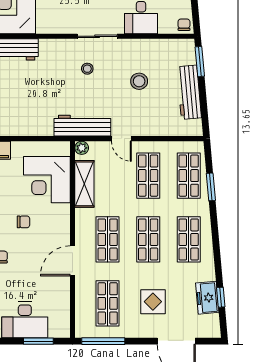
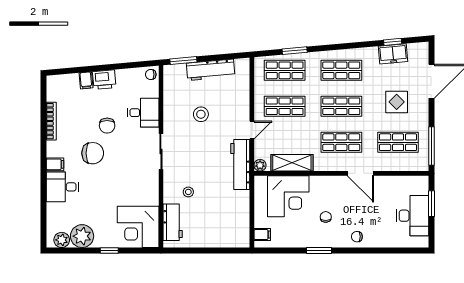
stool: (87, 69) -> (188, 192), moved

